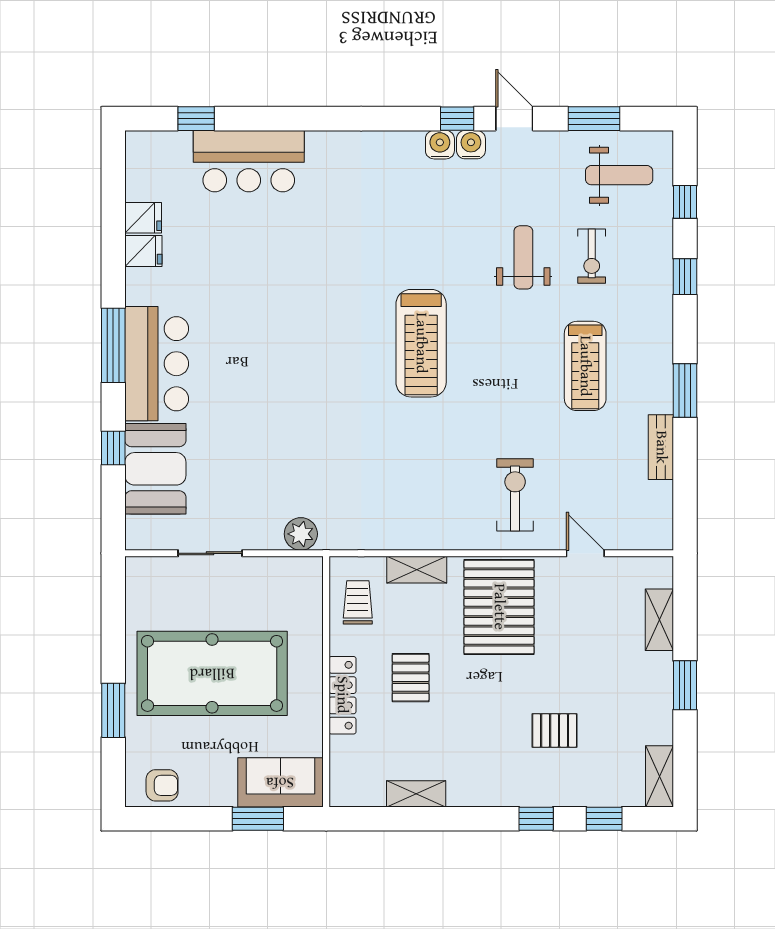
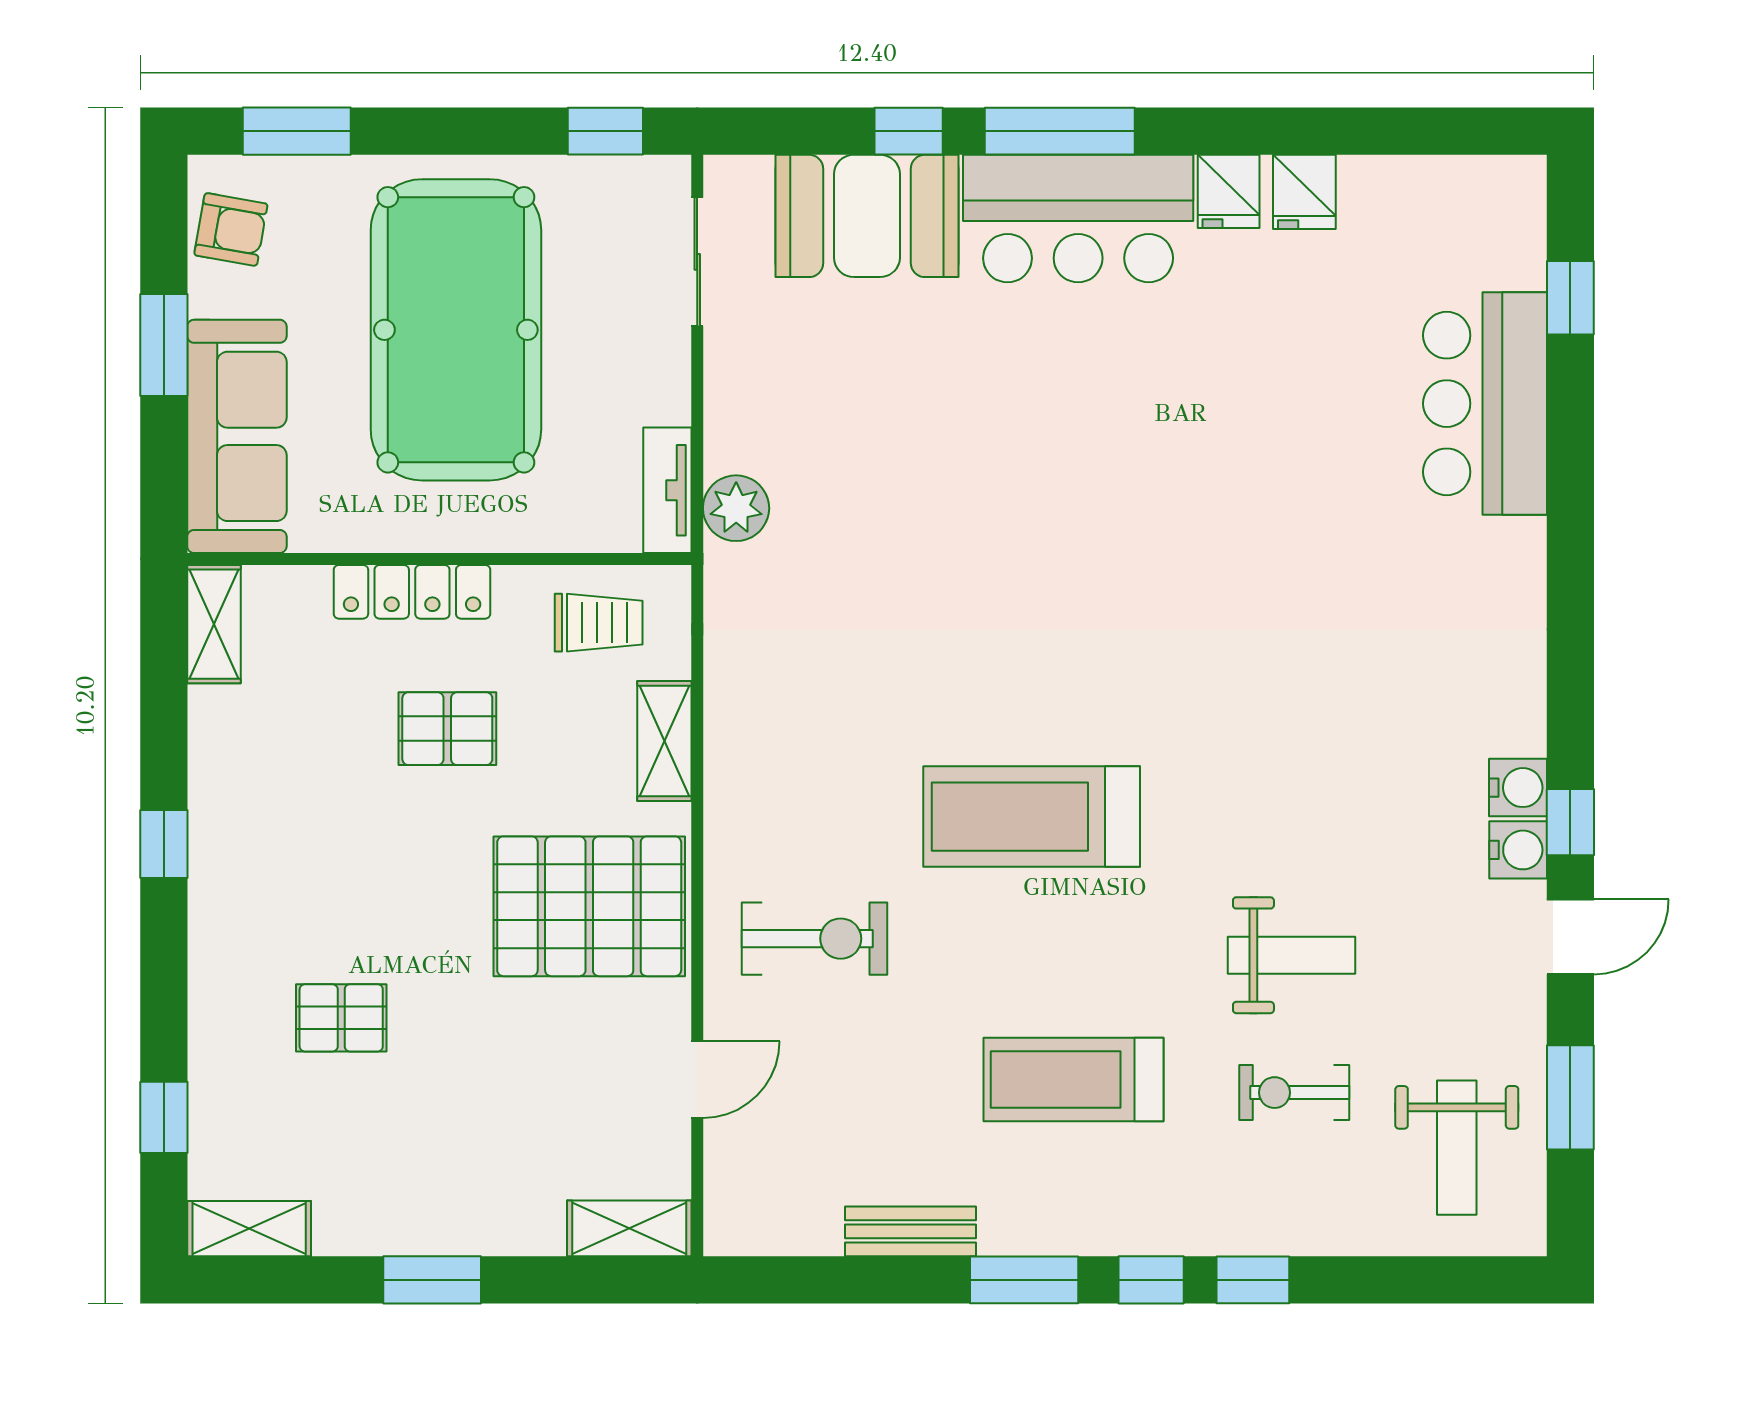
window: (685, 202) -> (1151, 1280), moved
fridge: (143, 218) -> (1229, 191), moved
treadmill: (421, 343) -> (1032, 817), moved
window: (113, 345) -> (1060, 131), moved
sliding door: (210, 553) -> (697, 262), moved
tv unit: (292, 568) -> (667, 490), added
window: (113, 599) -> (605, 131), added
shelving: (659, 620) -> (629, 1228), moved
window: (113, 710) -> (297, 131), moved
pallet: (555, 730) -> (341, 1018), turned 90
sofa: (280, 782) -> (237, 436), width x1.36
armchair: (162, 785) -> (231, 229), turned -80
shelving: (416, 794) -> (214, 624), moved
window: (258, 819) -> (164, 345), moved
window: (536, 819) -> (164, 844), moved

